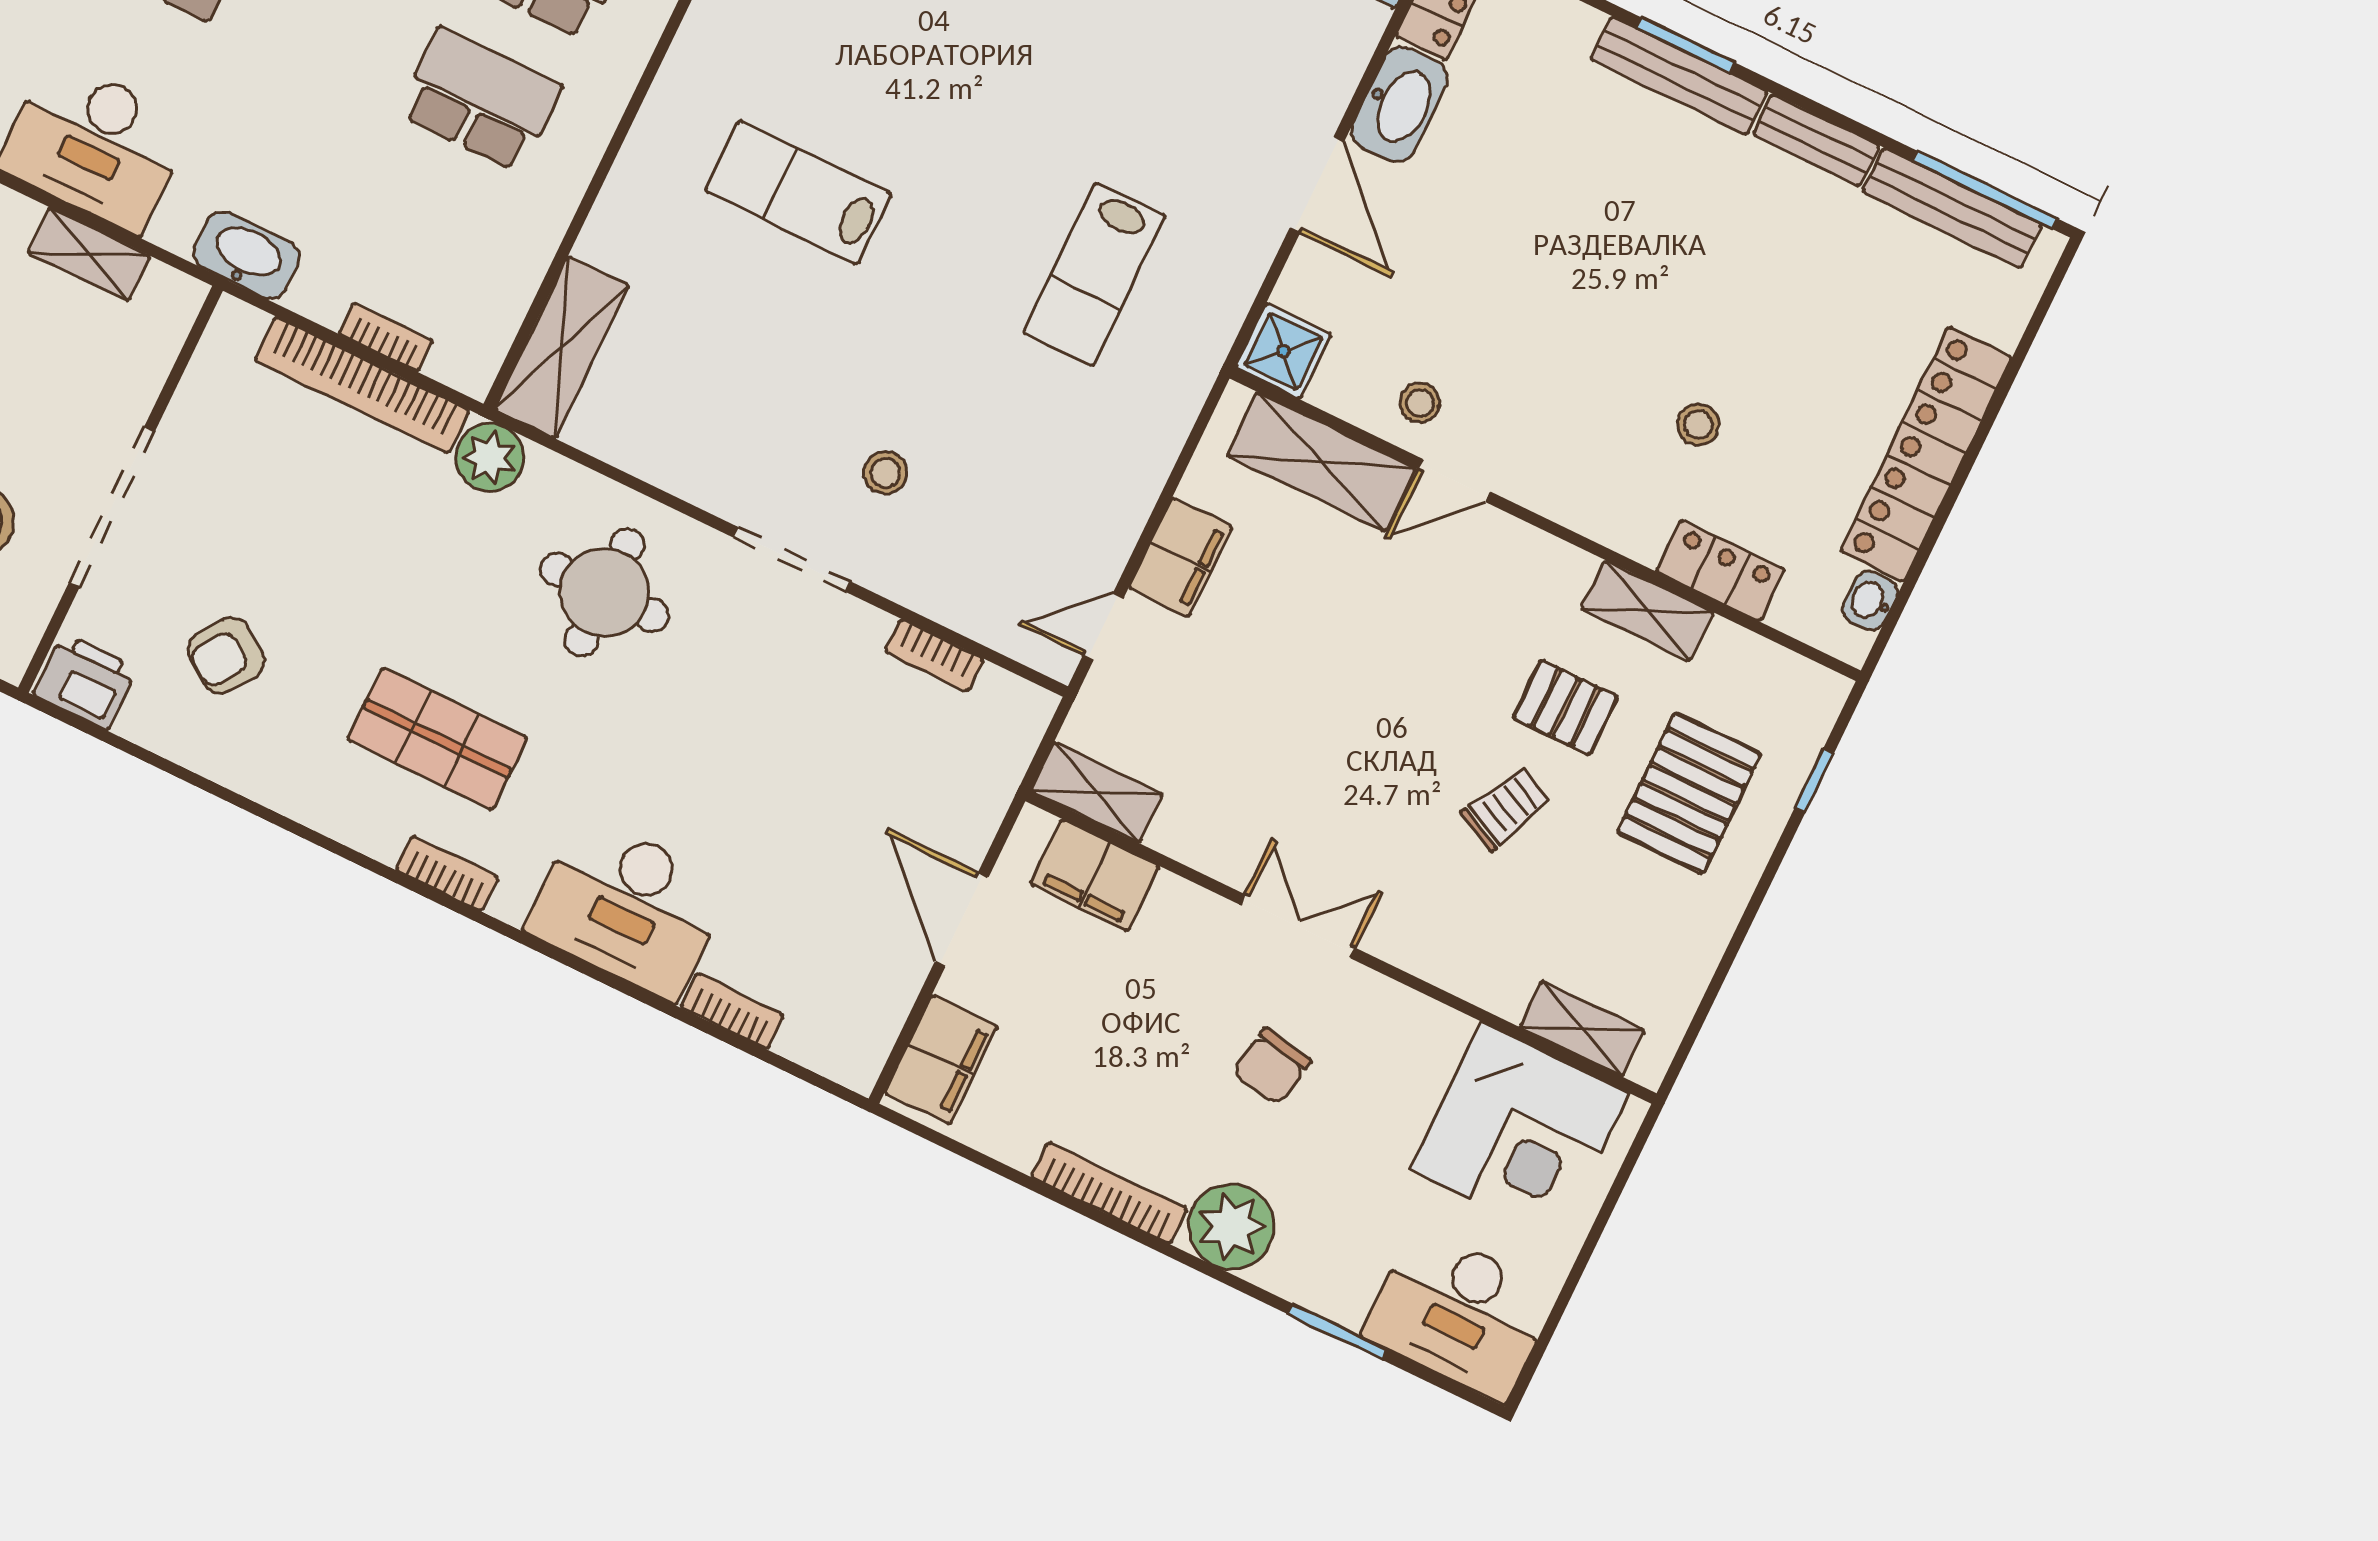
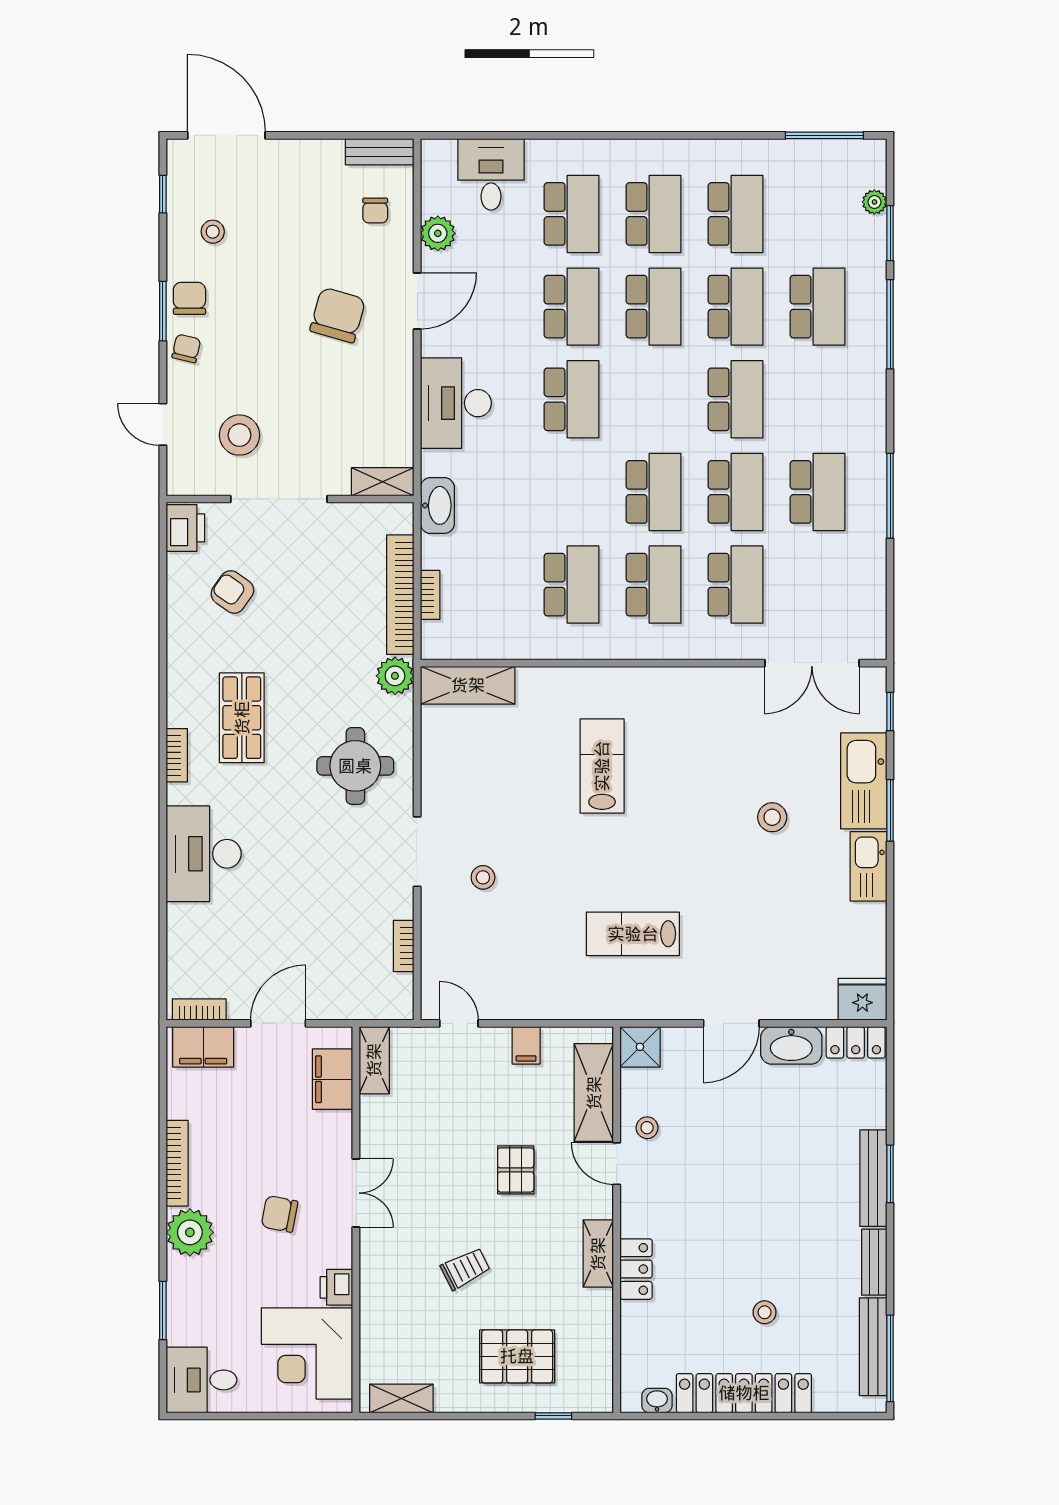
shelving: (89, 254) -> (383, 482), moved, turned 90
stool: (1698, 425) -> (765, 1312), moved
filing cabinet: (1181, 557) -> (526, 1045), width x0.50
locker: (1720, 570) -> (636, 1269), moved
shelving: (1648, 611) -> (598, 1254), moved
pallet: (1565, 707) -> (516, 1170), moved
trolley: (1506, 808) -> (465, 1269), turned -53
bookcase: (732, 1011) -> (199, 1010), moved, turned -90
shelving: (1582, 1029) -> (401, 1398), moved, turned 90
printer: (1435, 1032) -> (336, 1287), added
desk: (1460, 1314) -> (201, 1380), width x0.73

